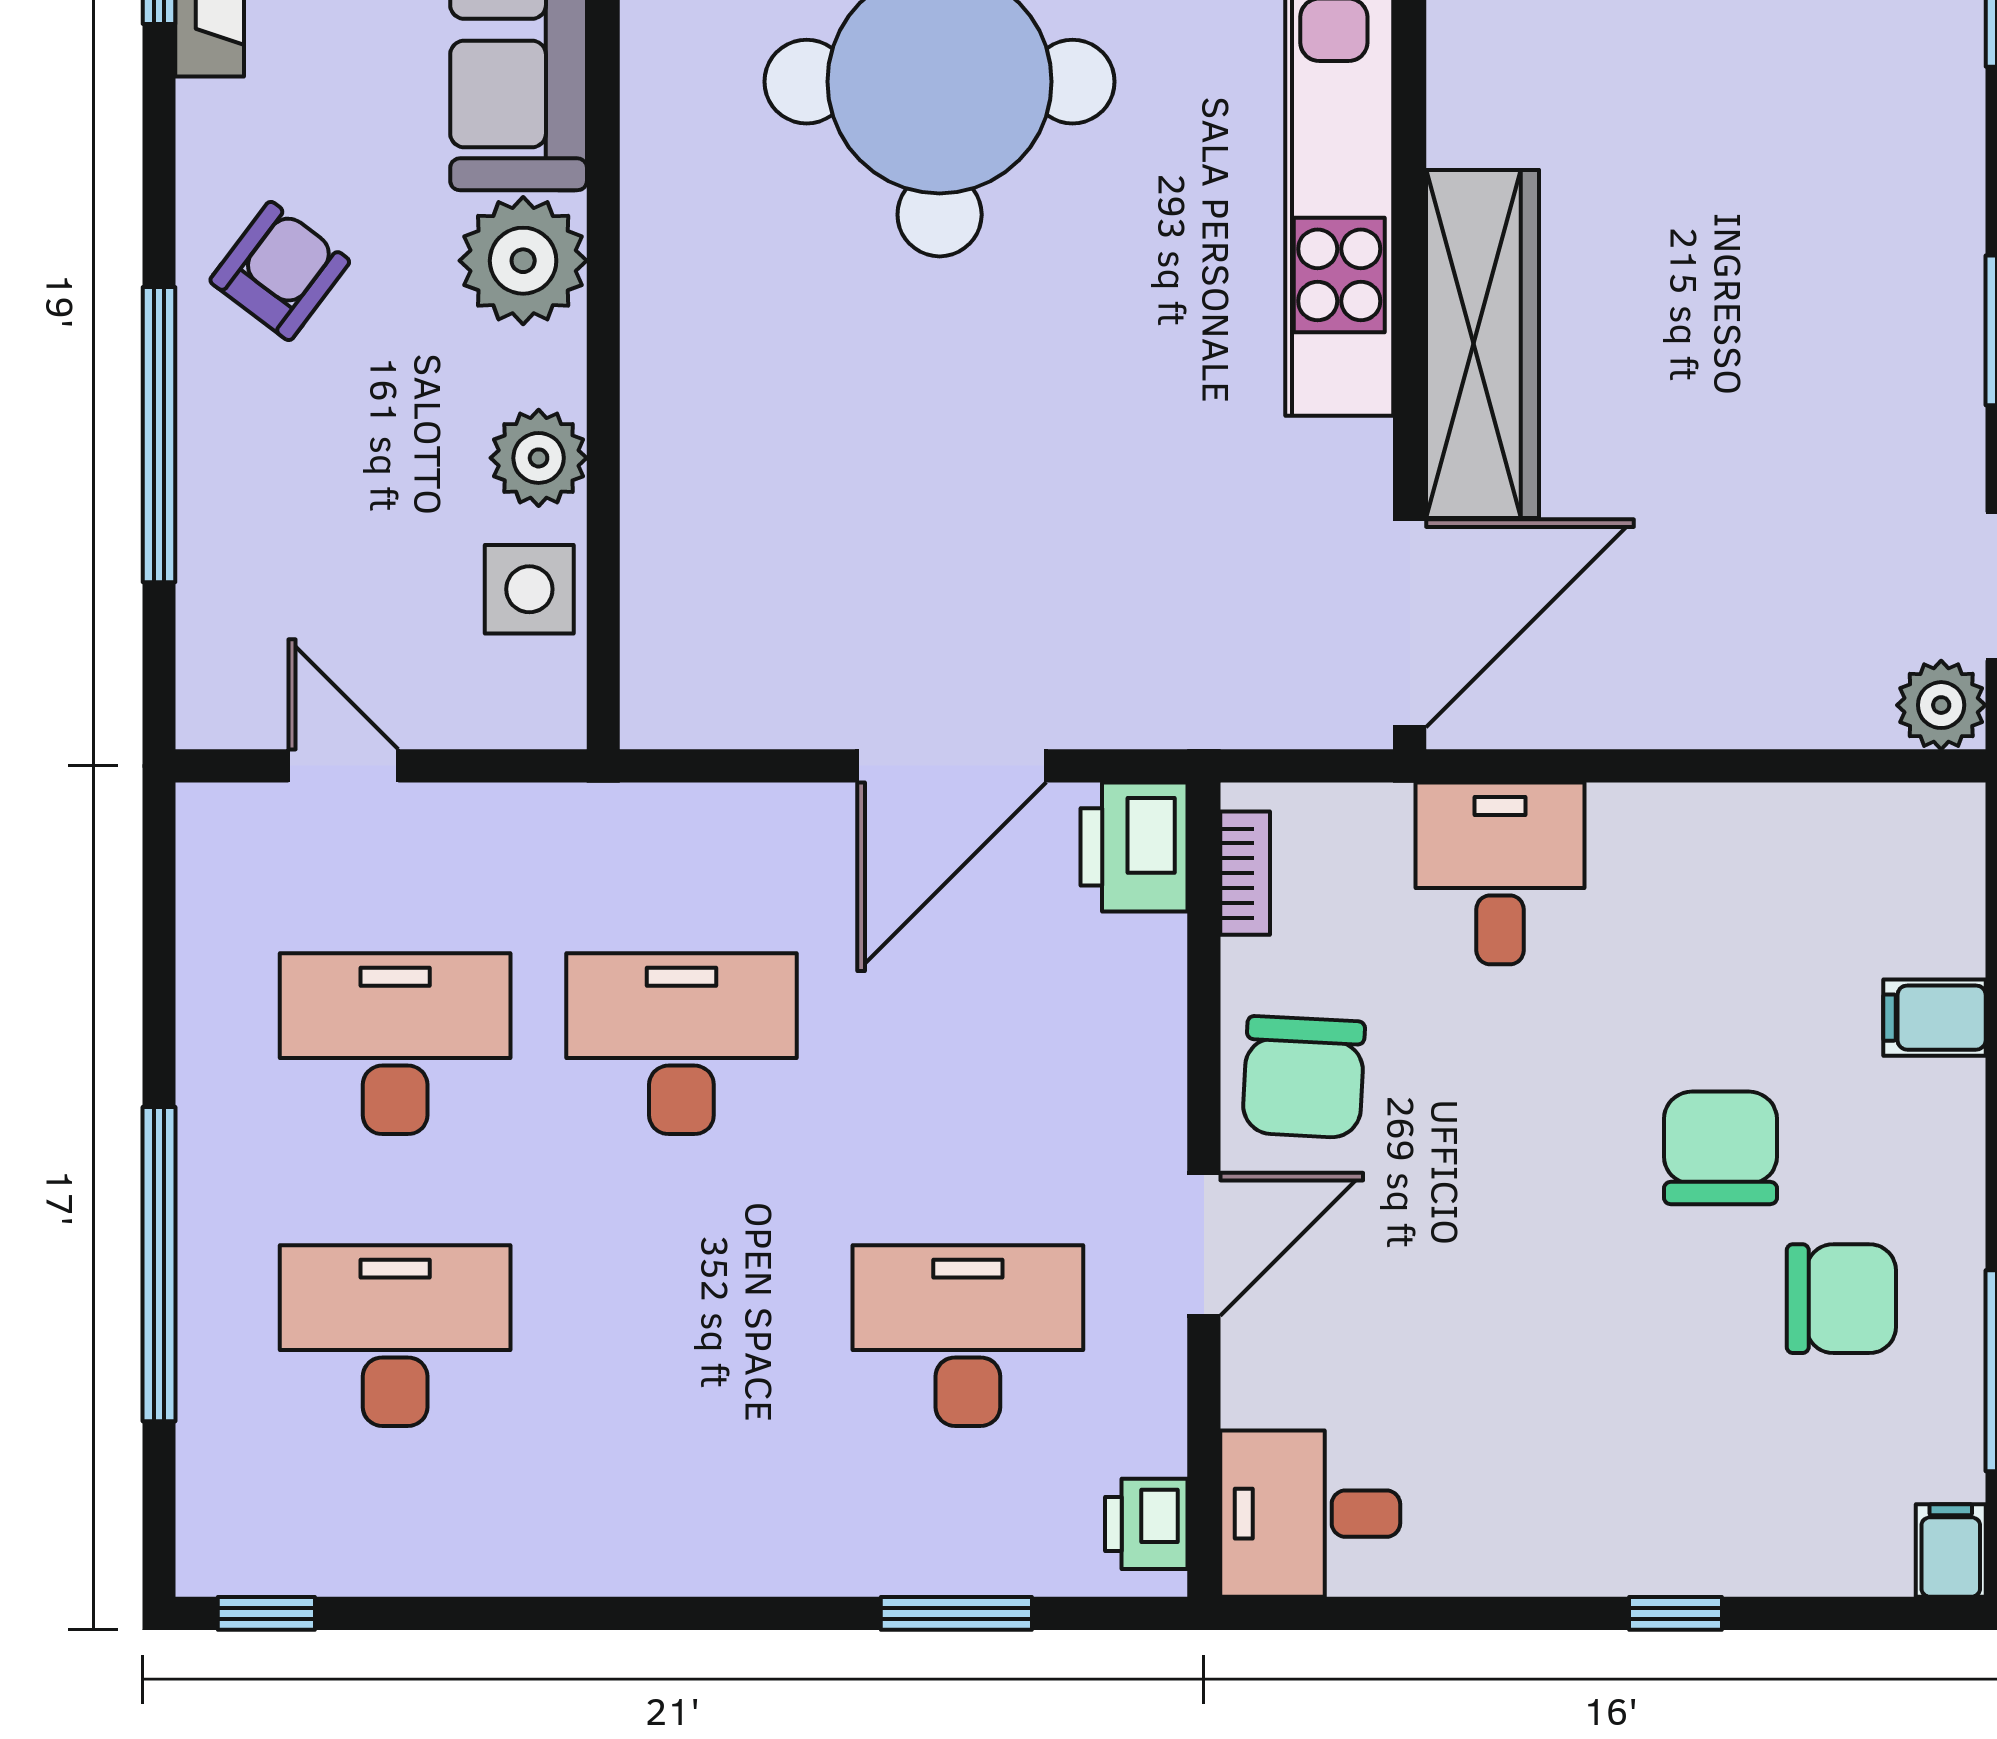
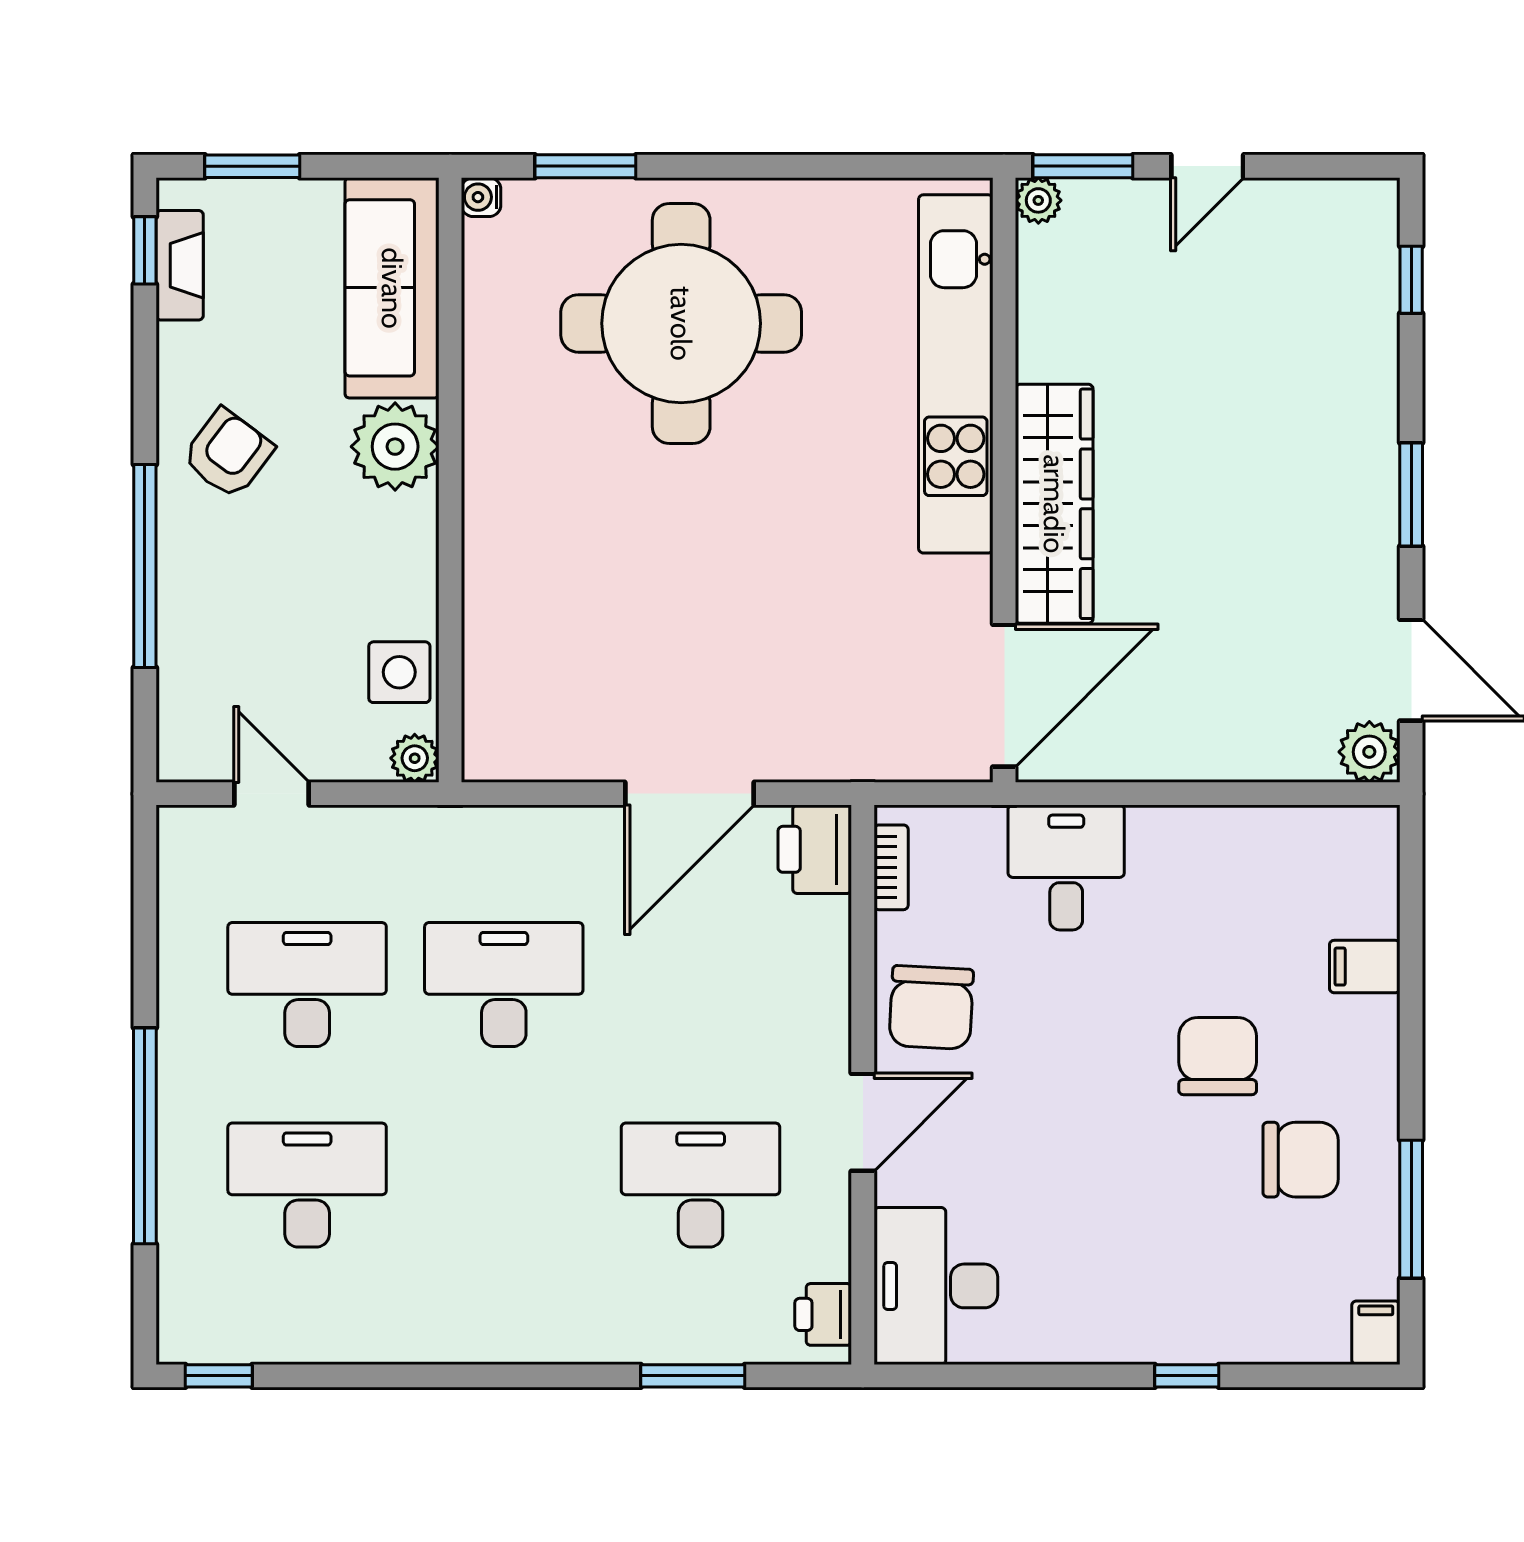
plant: (539, 458) -> (415, 758), moved, width x0.73, depth x0.73
desk: (1310, 1514) -> (936, 1286), width x1.37

